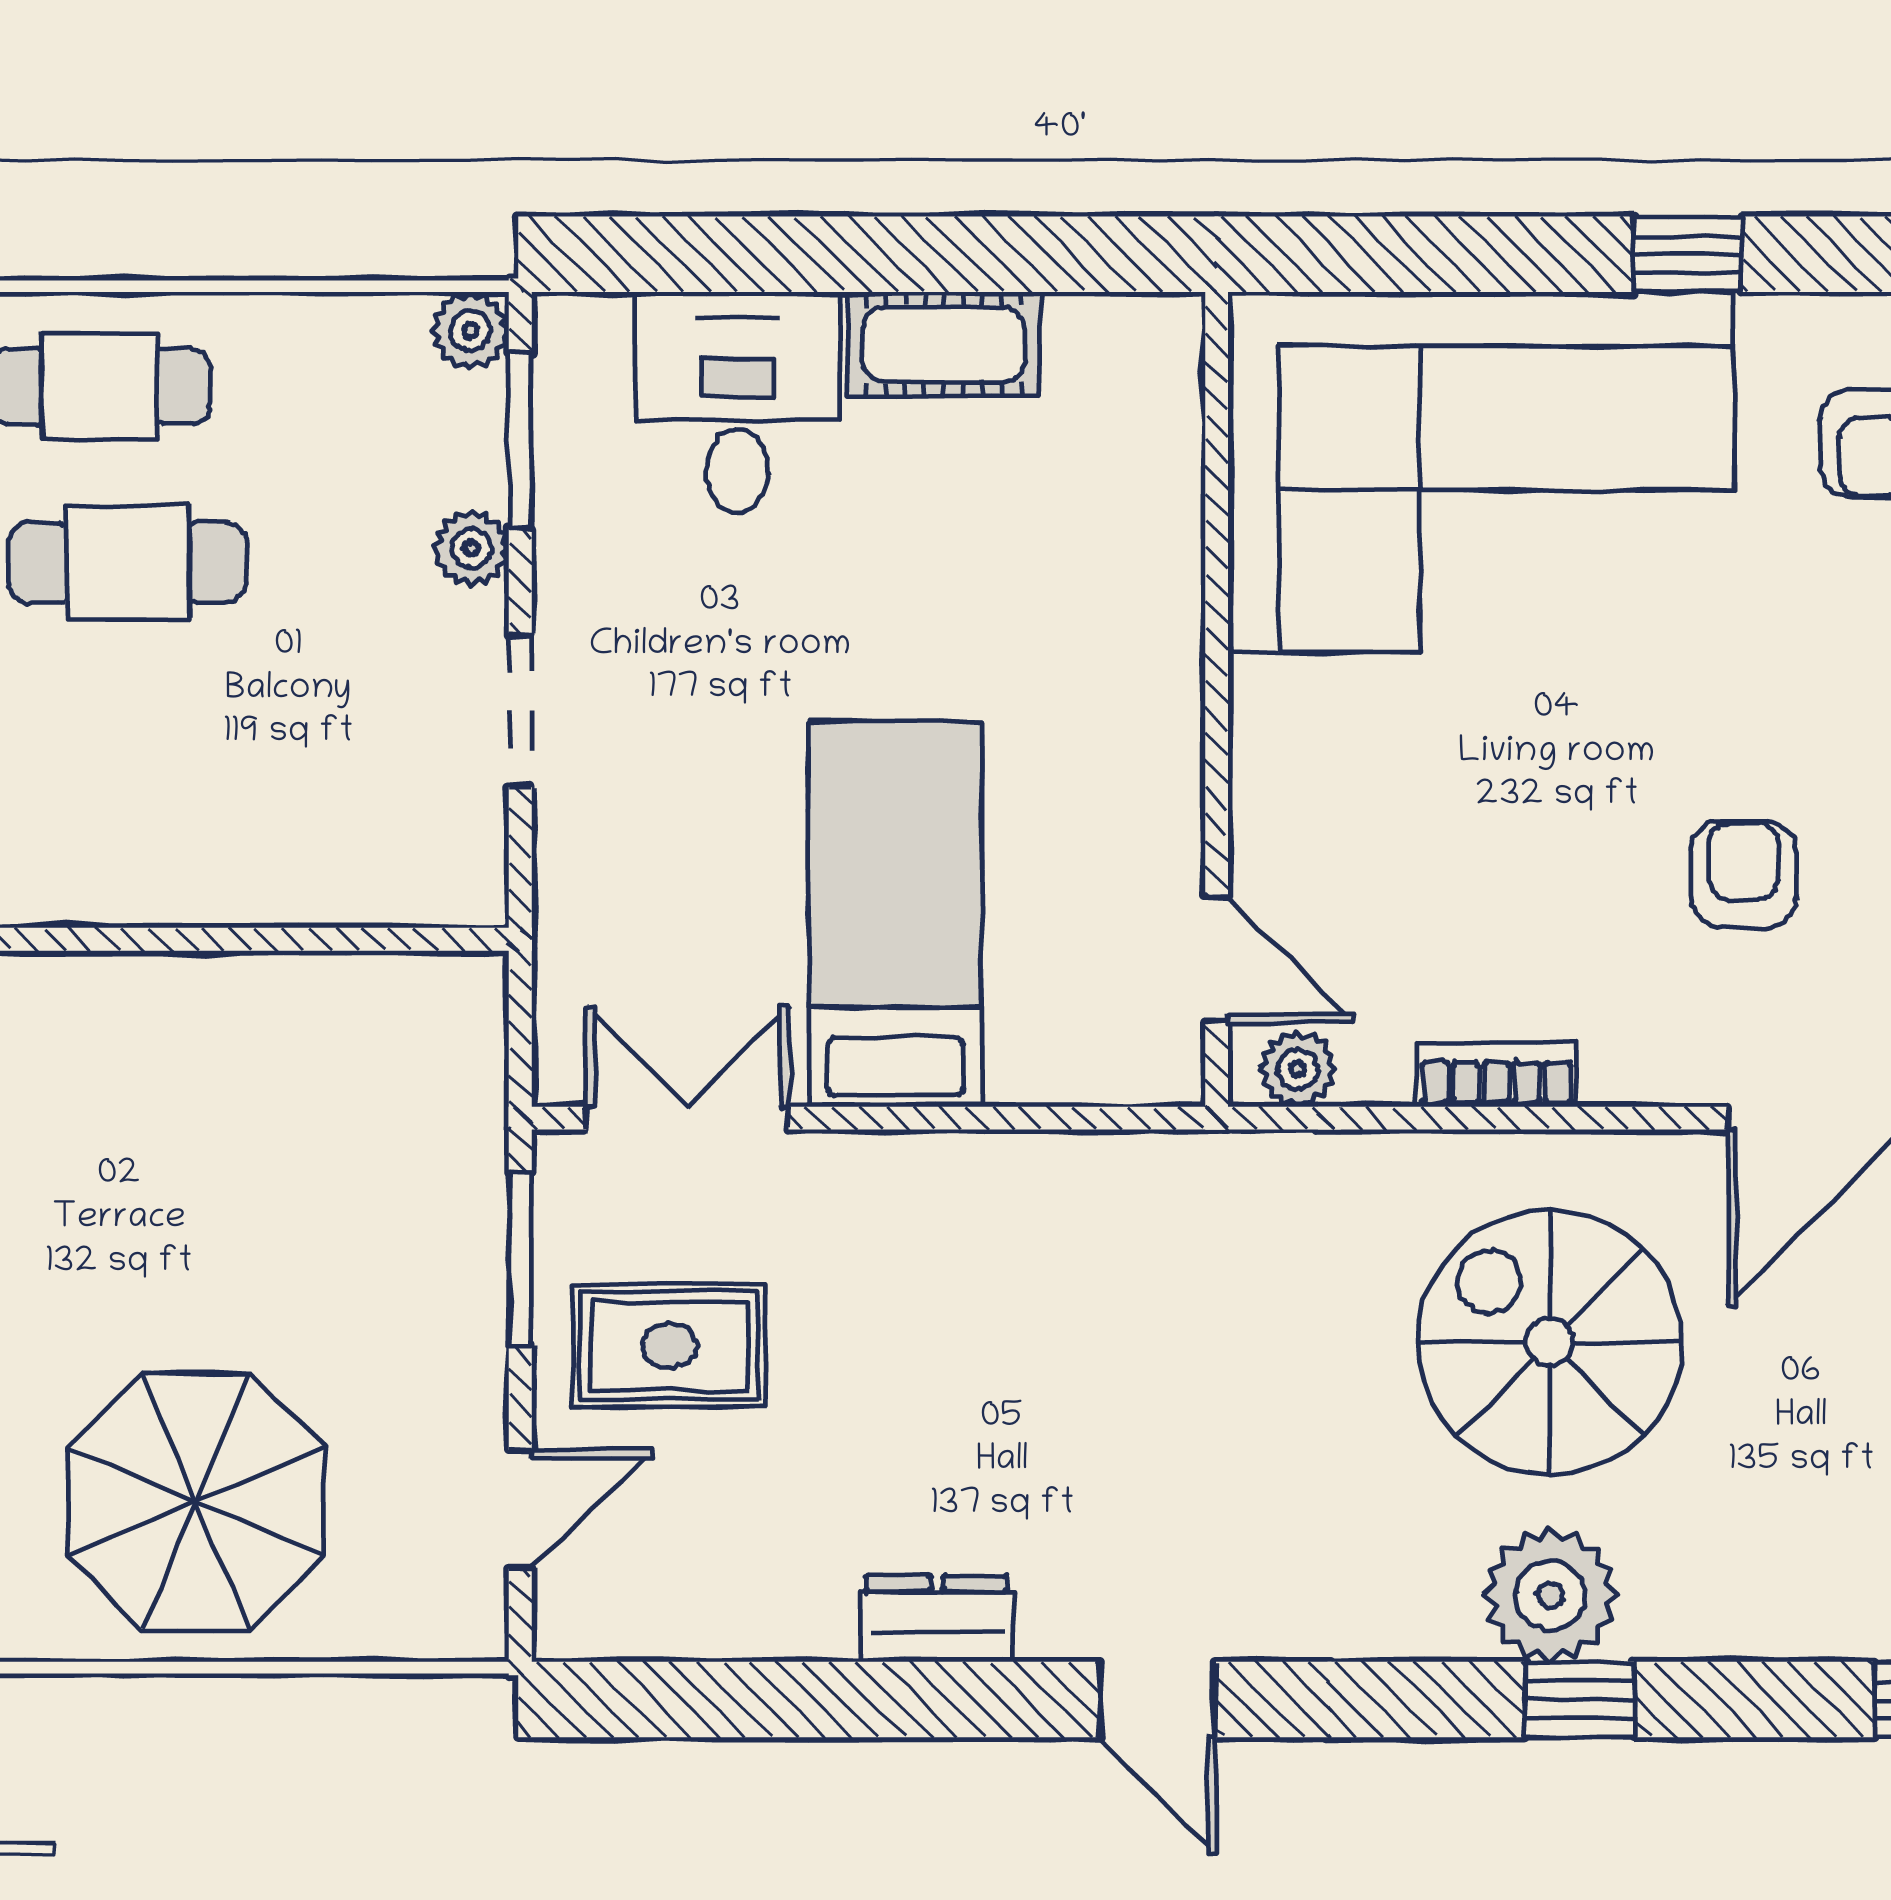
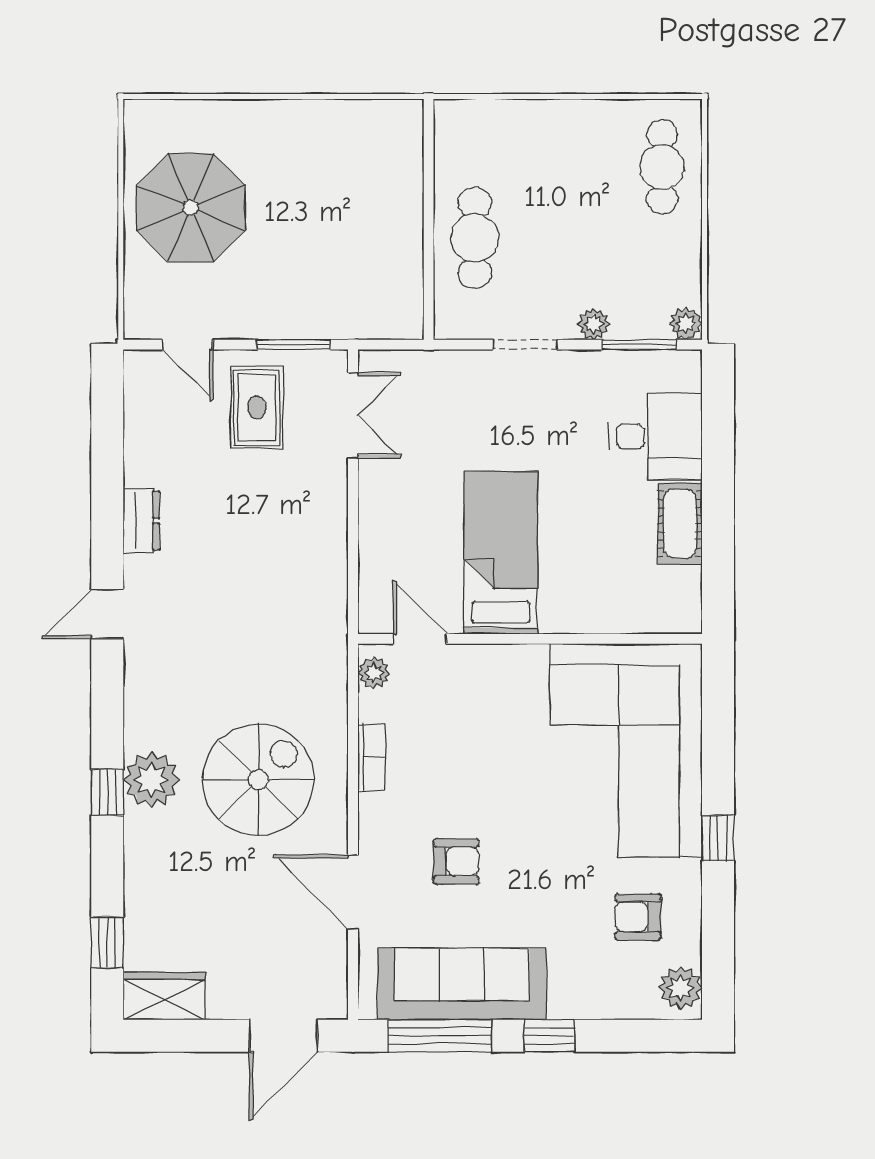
cafe table: (128, 562) -> (475, 238), moved
bed: (895, 914) -> (501, 553), moved, turned -90
door: (1217, 960) -> (420, 639), swing flipped

